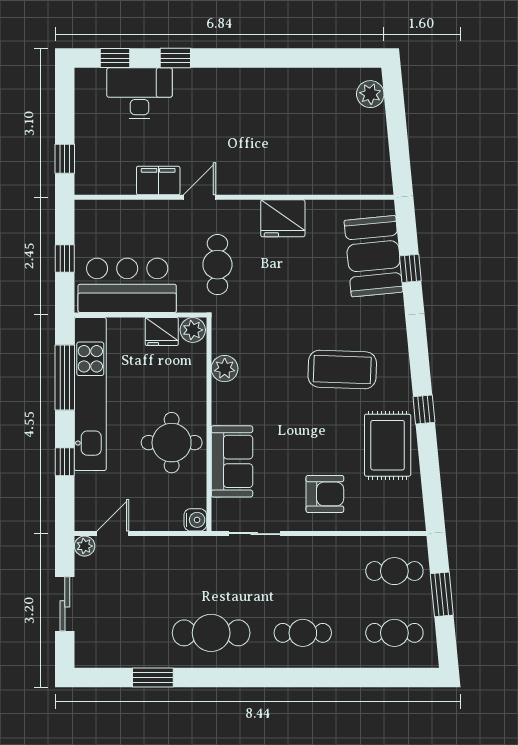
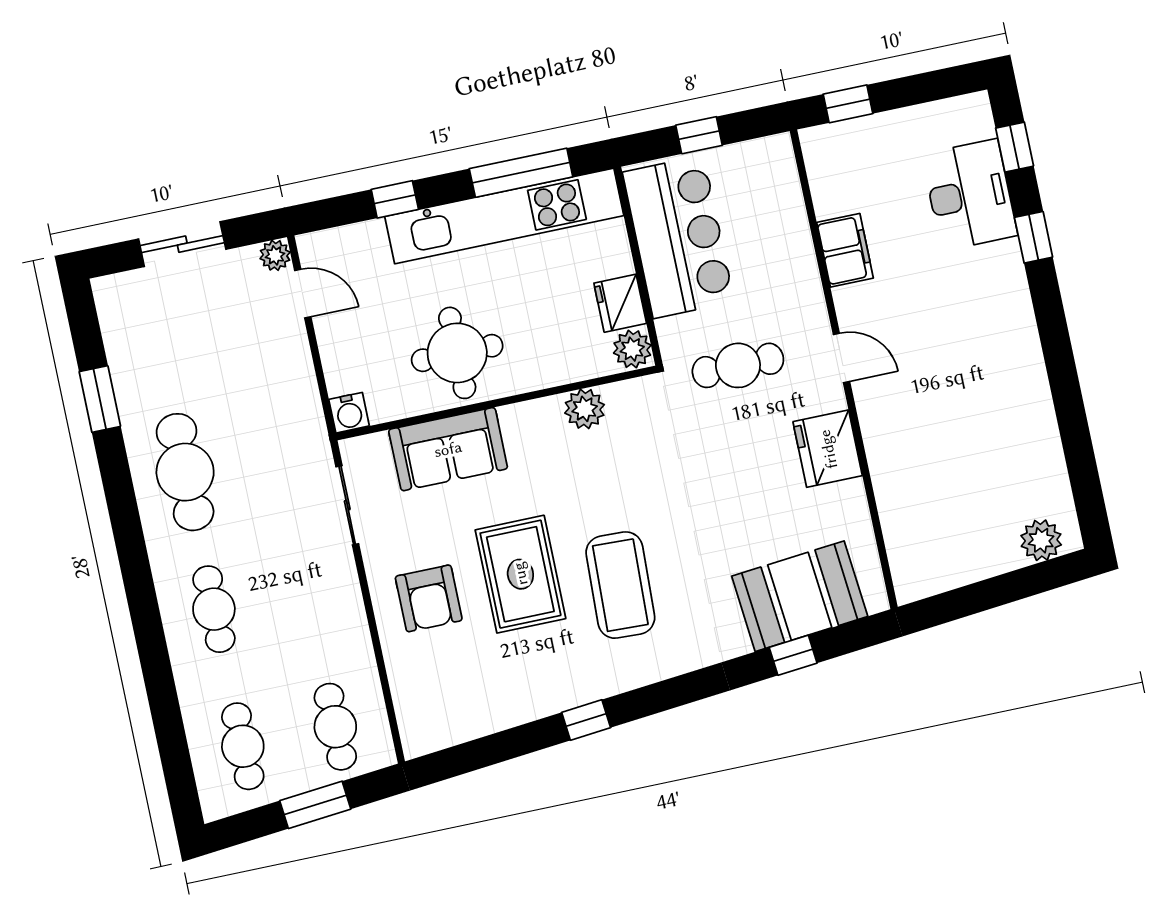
door: (200, 197) -> (841, 358), moved
rug: (388, 445) -> (520, 574), moved, turned 90

